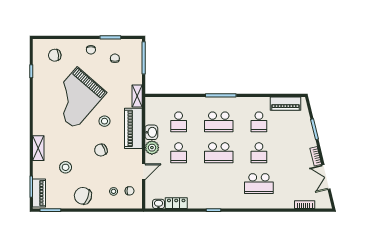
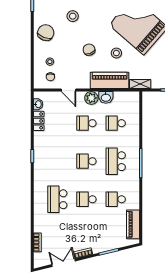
school desk: (219, 153) -> (86, 161), width x0.54

